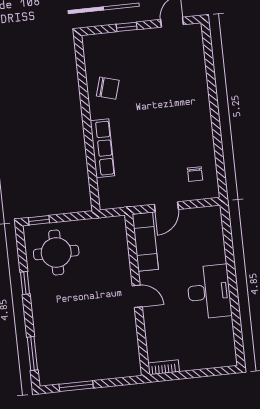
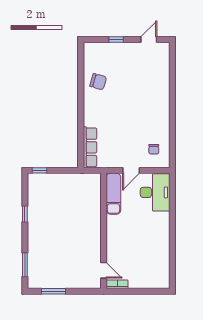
row of seats: (102, 148) -> (90, 147), moved
round table: (56, 253) -> (49, 195), removed
desk: (209, 292) -> (155, 192), moved
door: (137, 296) -> (104, 270), moved

